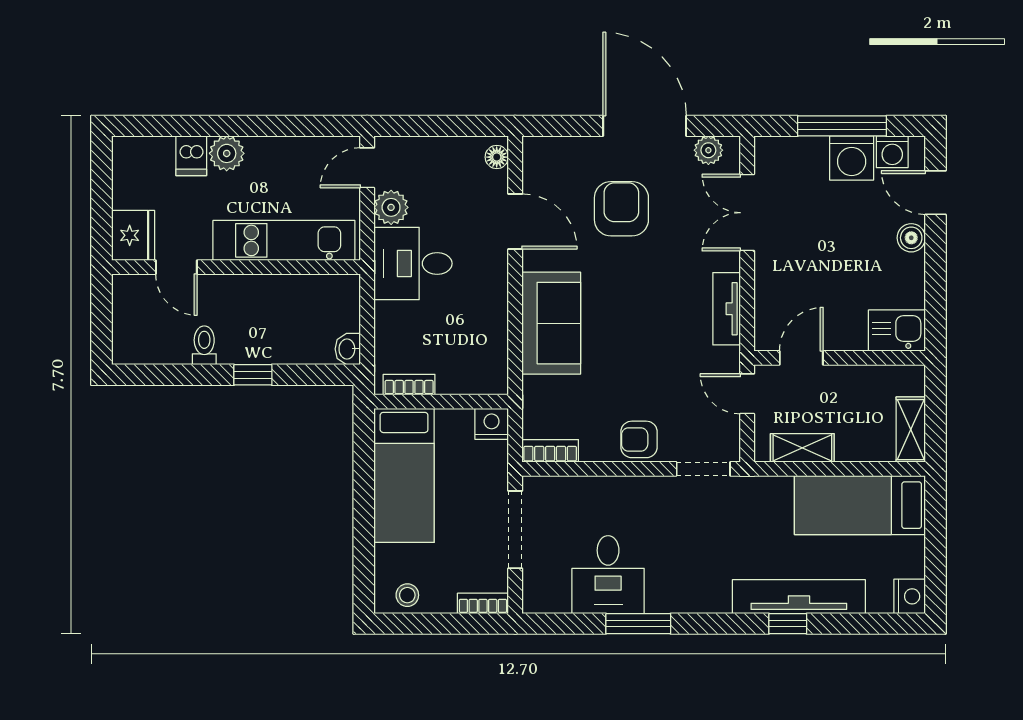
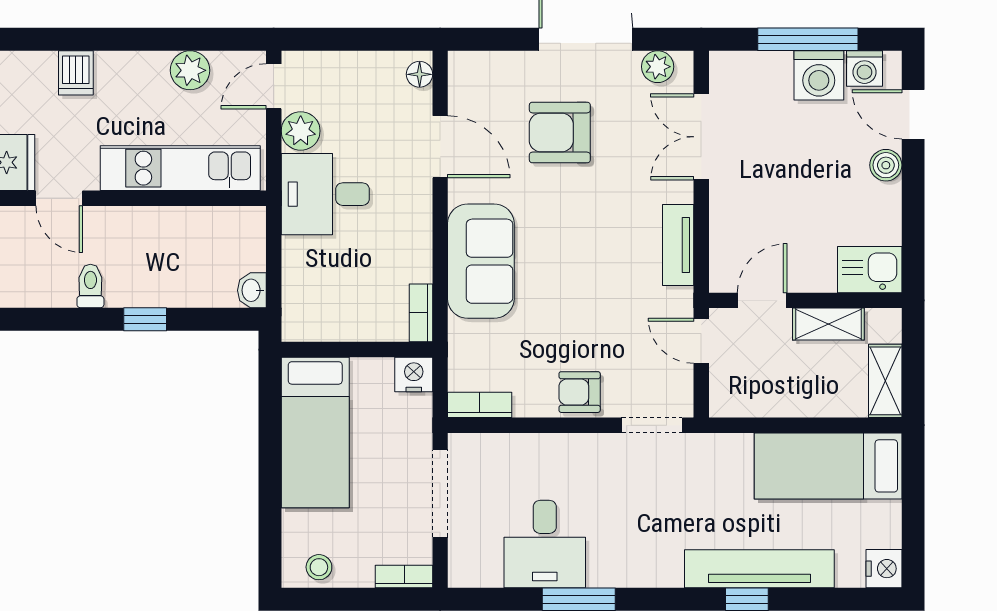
plant: (227, 153) -> (190, 70), moved
armchair: (621, 209) -> (560, 132), turned -90
bookcase: (409, 385) -> (421, 313), moved, turned -90
shelving: (802, 448) -> (828, 324), moved

